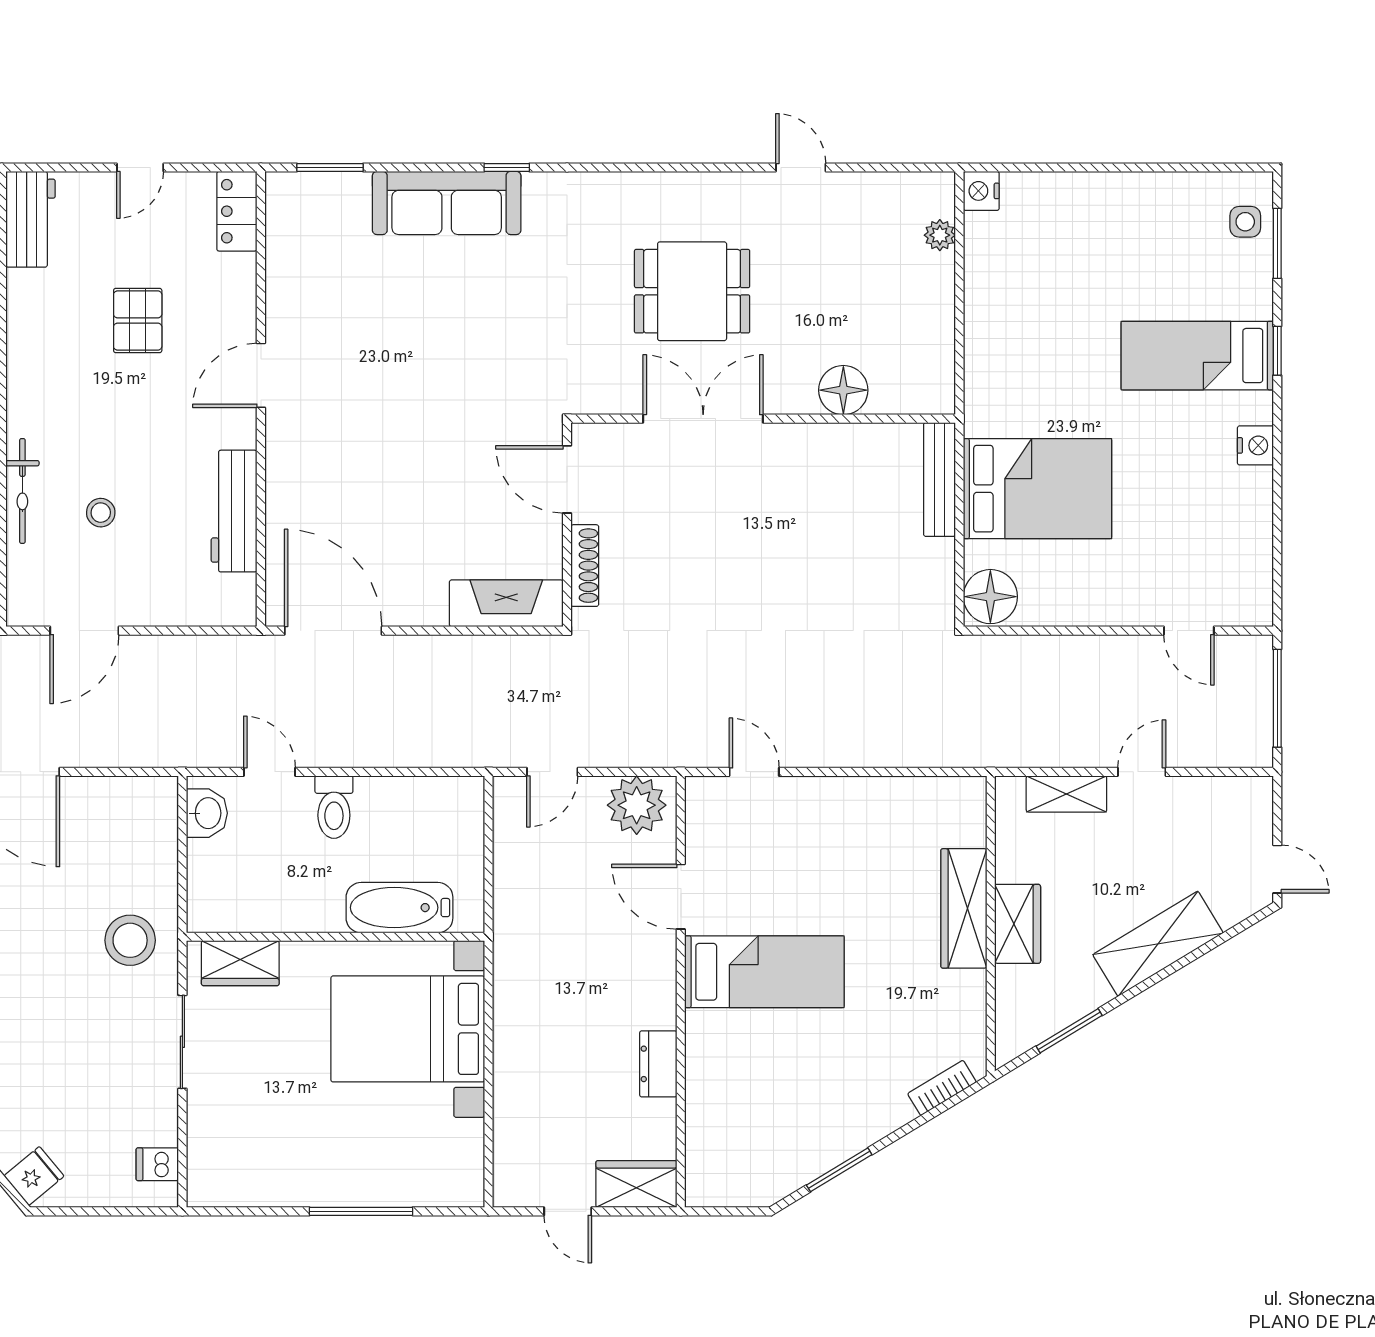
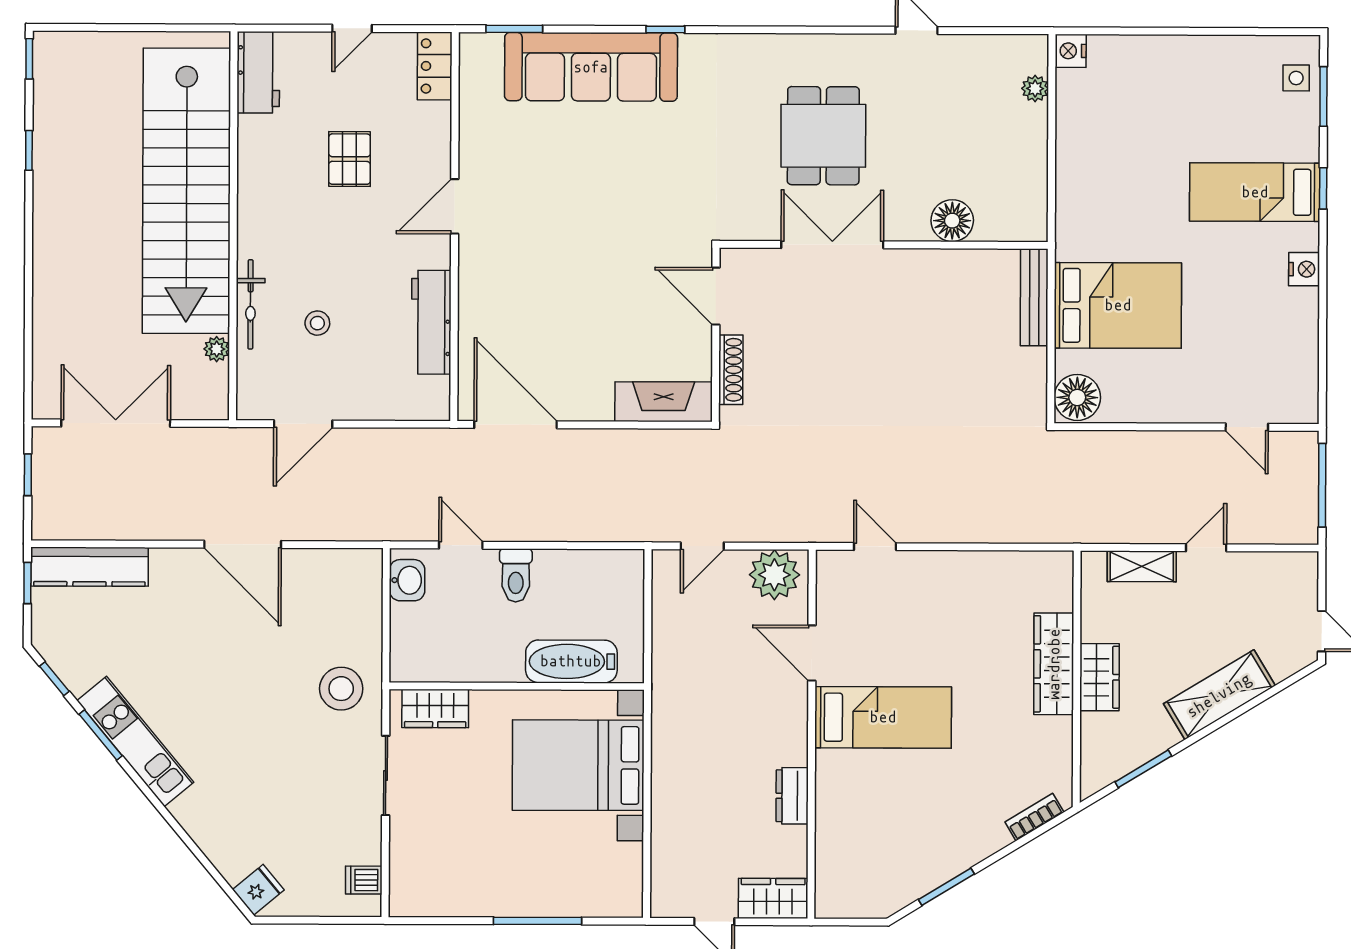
sofa: (447, 203) -> (591, 67), width x1.36, depth x1.27
dining table: (692, 291) -> (823, 136), turned 90

